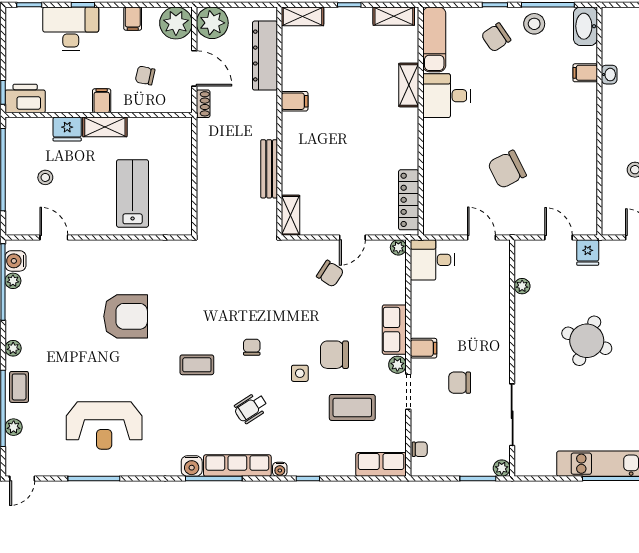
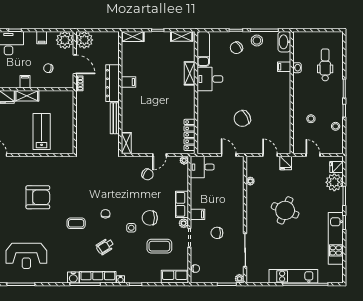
dresser: (265, 56) -> (113, 83), moved

